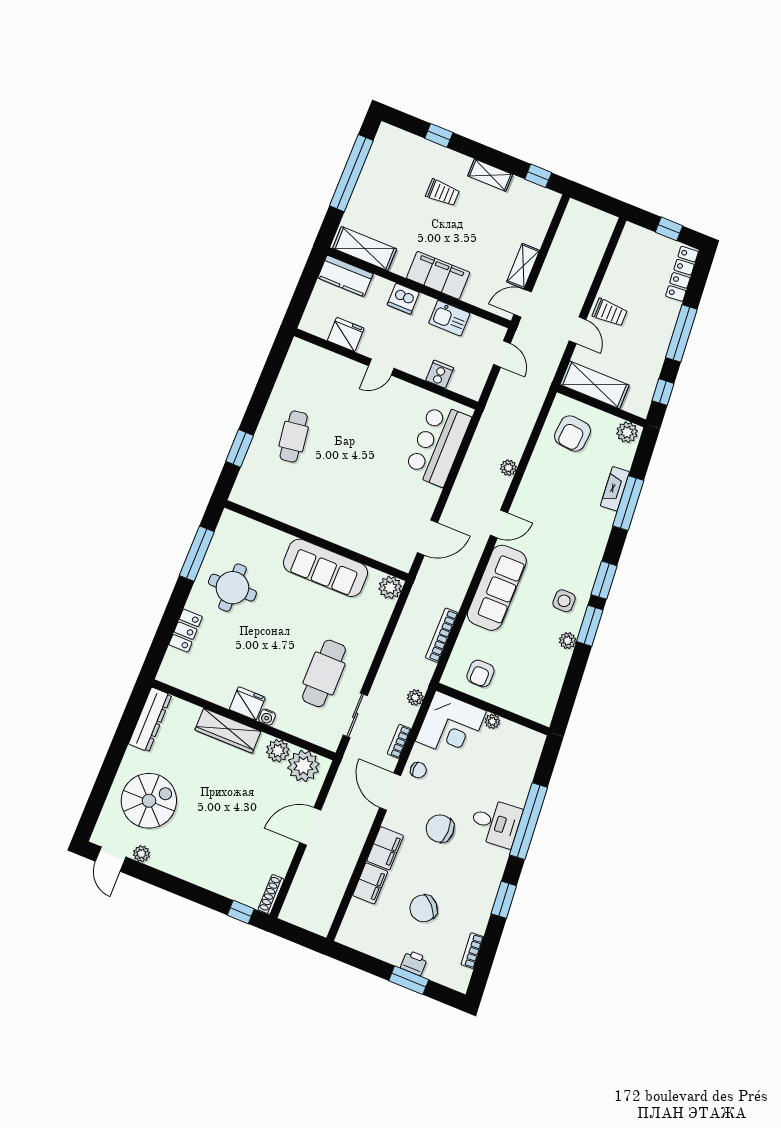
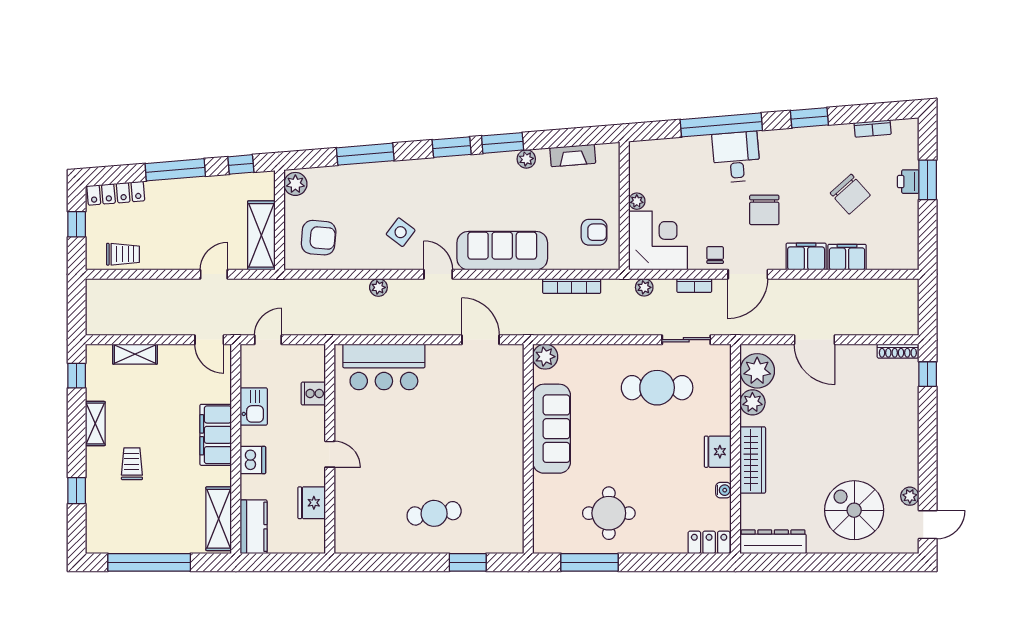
shelving: (523, 266) -> (135, 354), moved
trolley: (610, 313) -> (123, 254), moved, turned 90
fireplace: (615, 489) -> (573, 156), moved
side table: (564, 601) -> (401, 232), moved, turned 37
locker: (186, 631) -> (709, 542), moved
water cooler: (267, 717) -> (723, 490), moved

